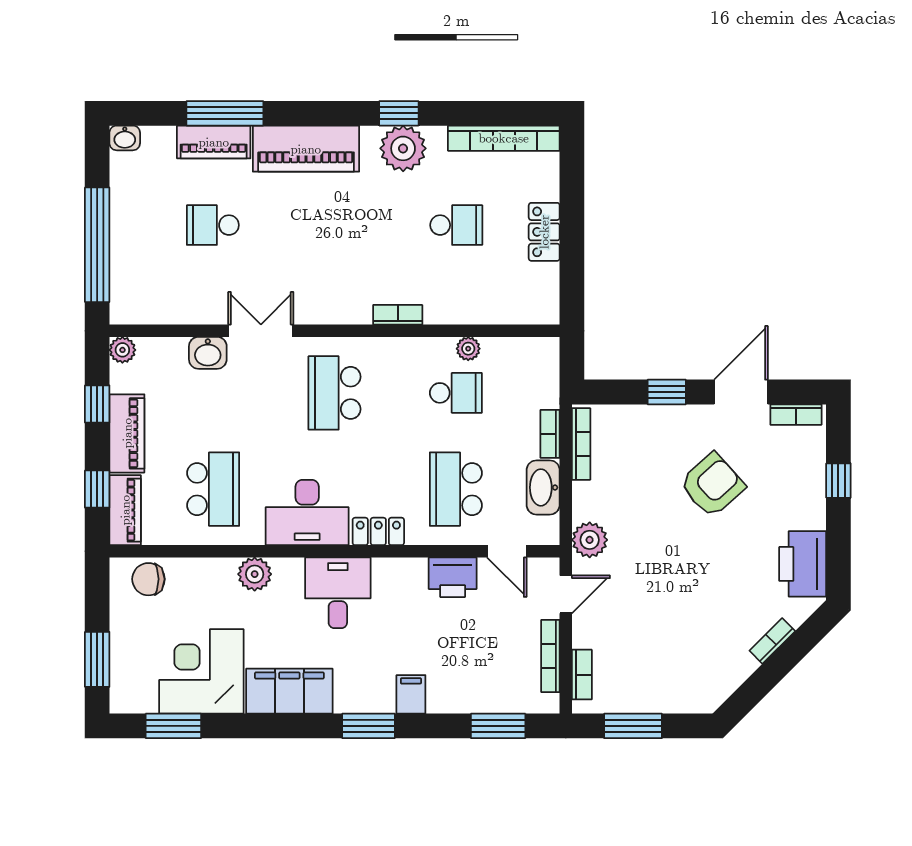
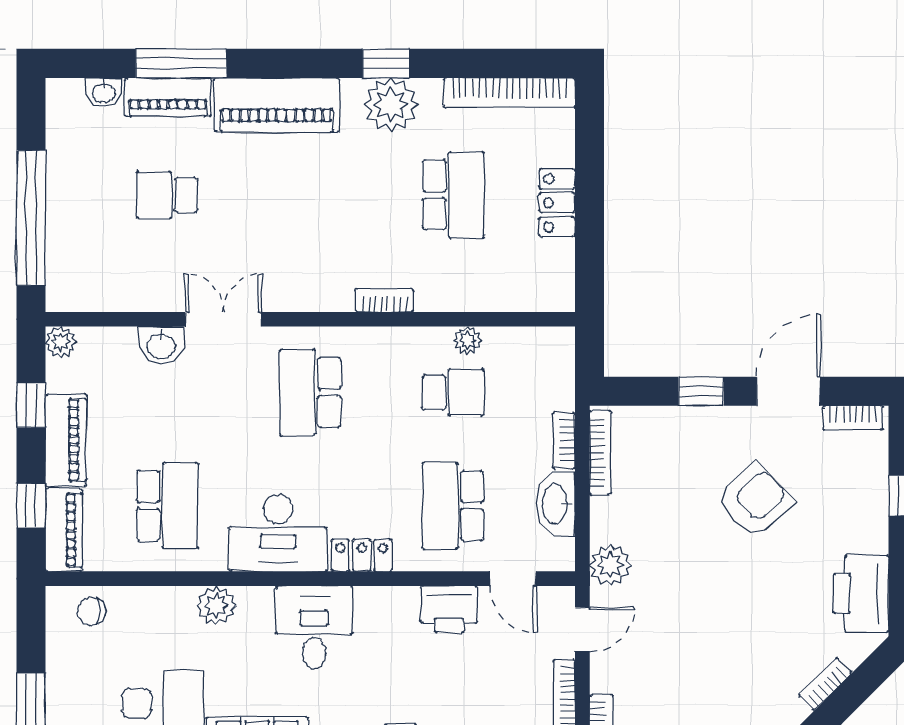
washbasin: (125, 138) -> (104, 92), moved
school desk: (456, 225) -> (453, 195), width x1.85
chair: (148, 579) -> (91, 612), width x0.73, depth x0.73

